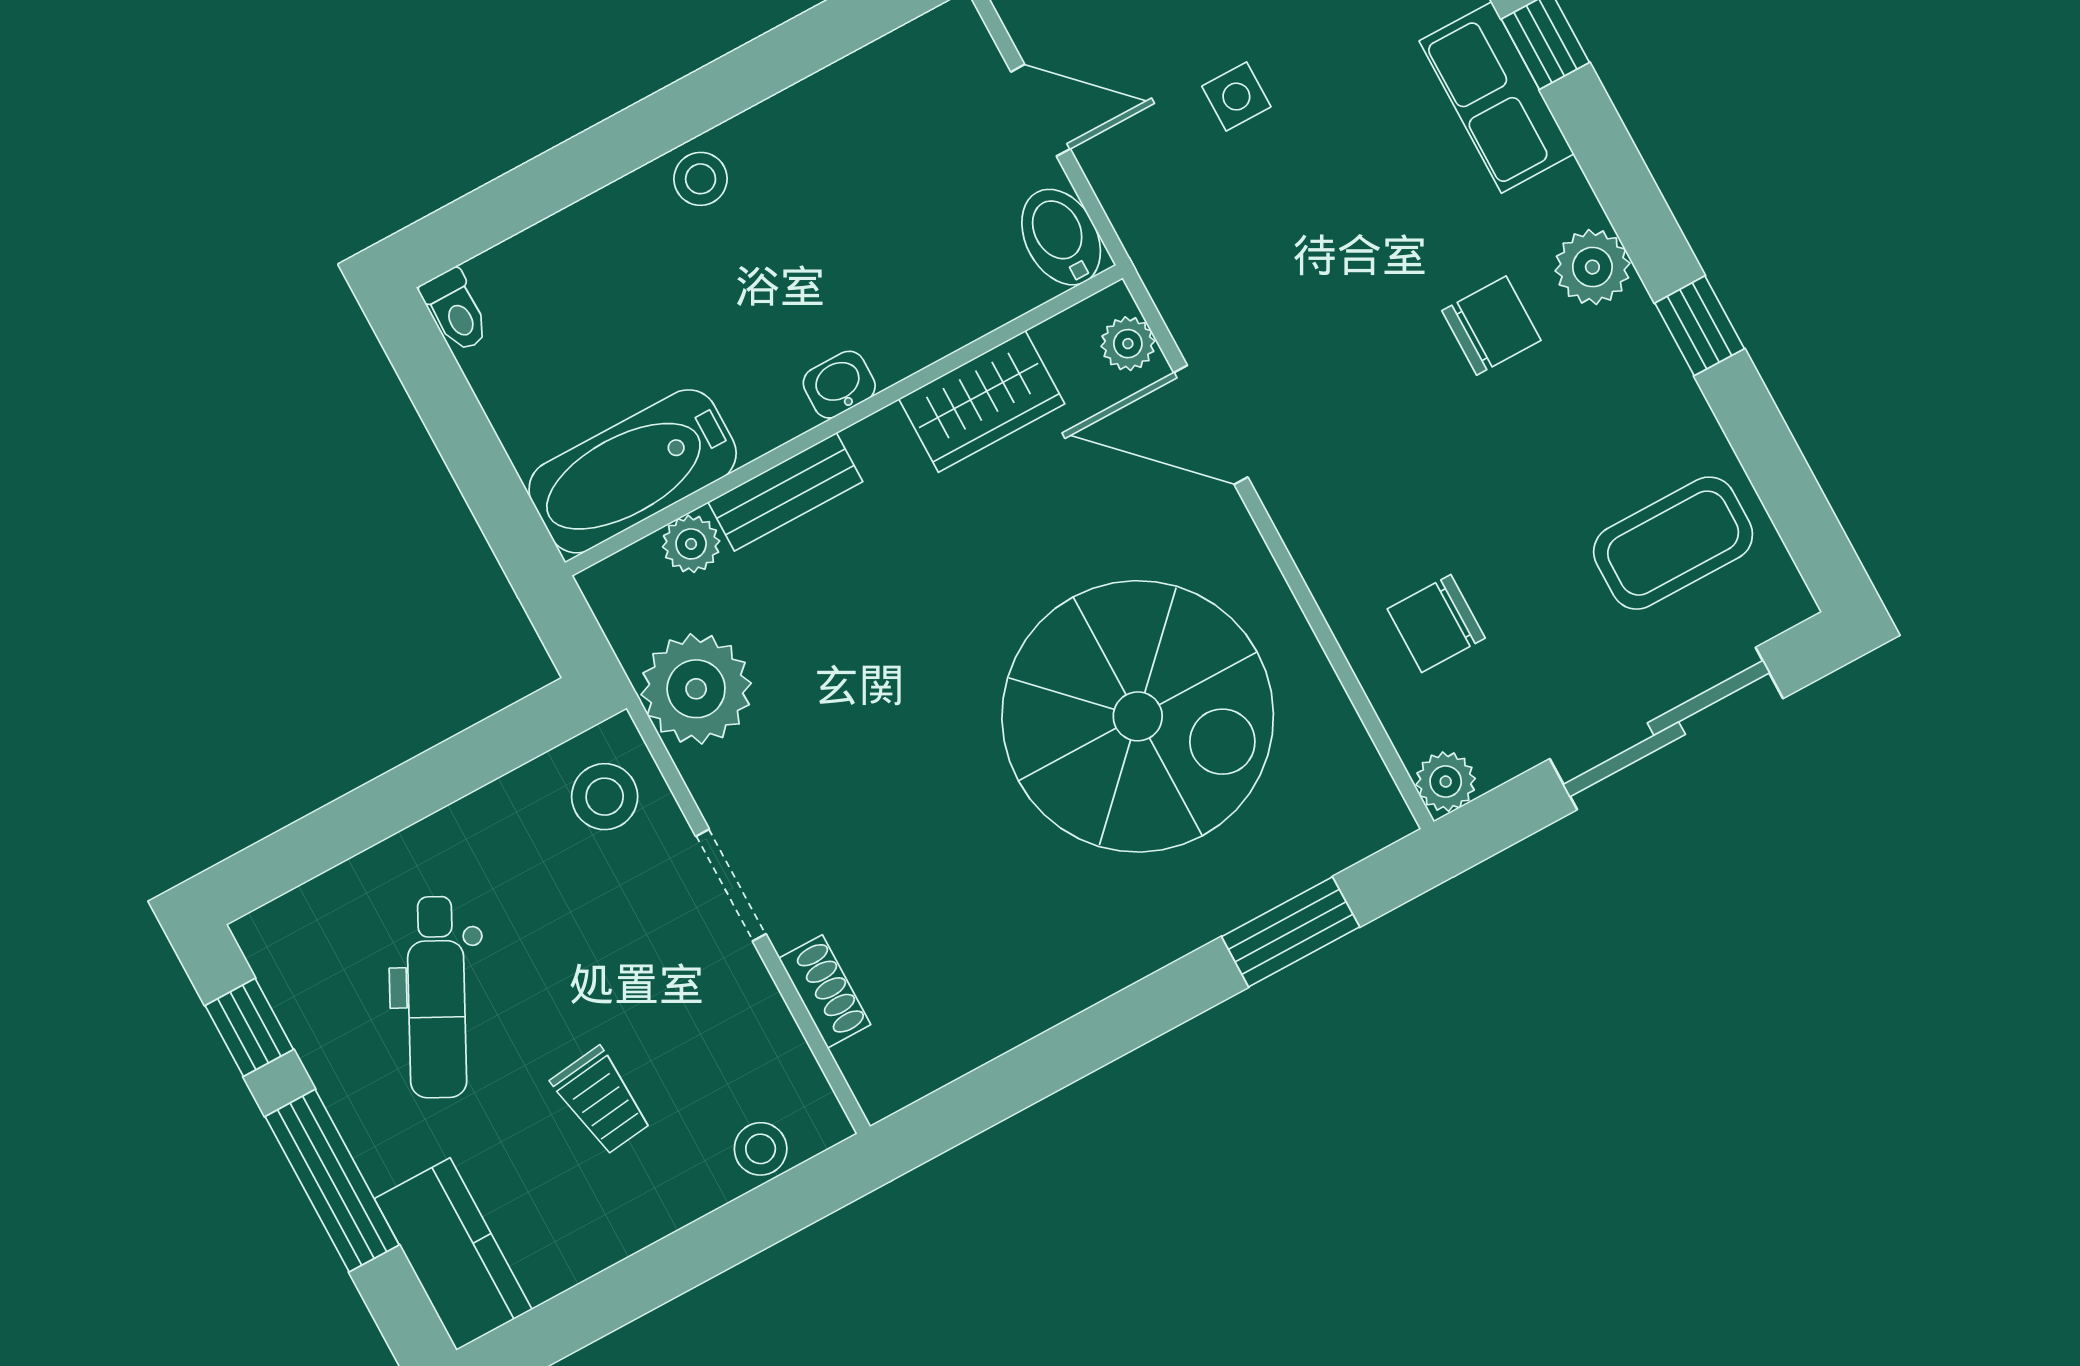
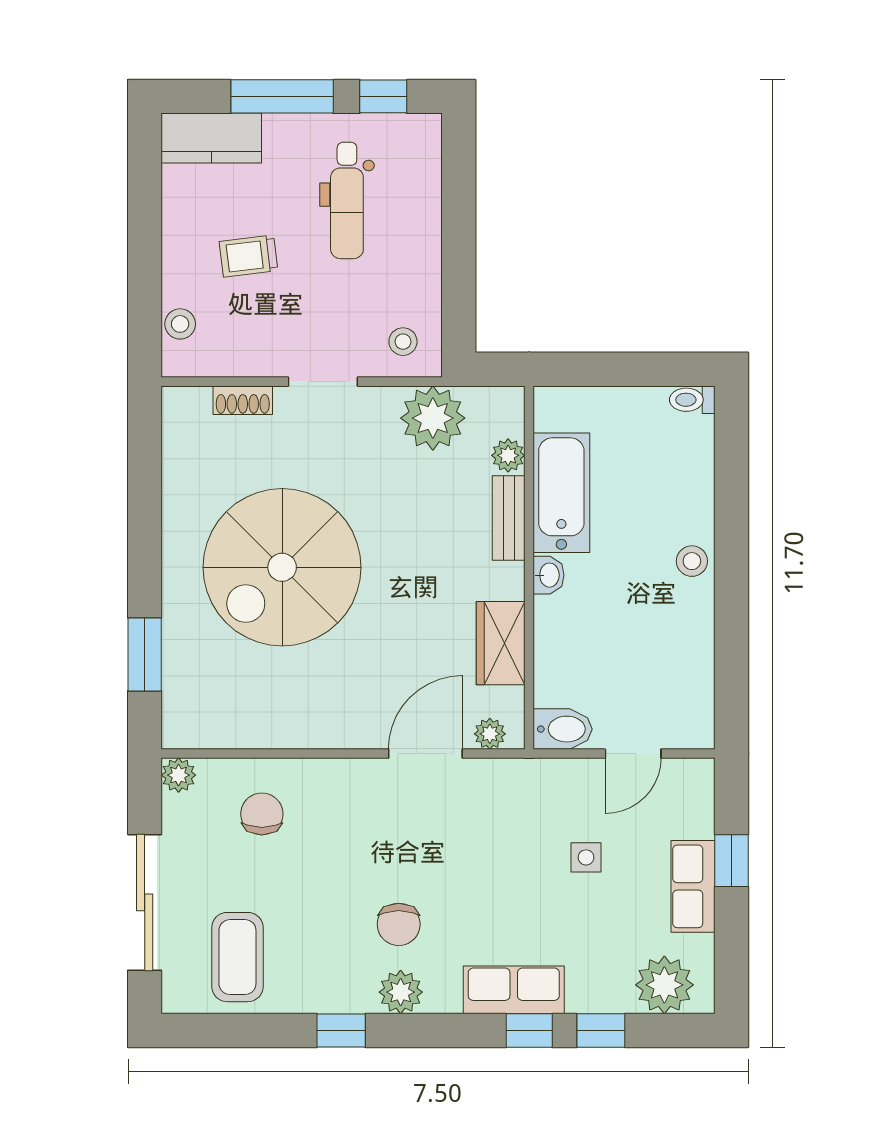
bathtub: (633, 471) -> (561, 493), moved
spiral stairs: (1138, 716) -> (282, 567), moved
stool: (605, 797) -> (403, 342), width x0.73, depth x0.73
dental chair: (437, 997) -> (347, 200), turned -117

